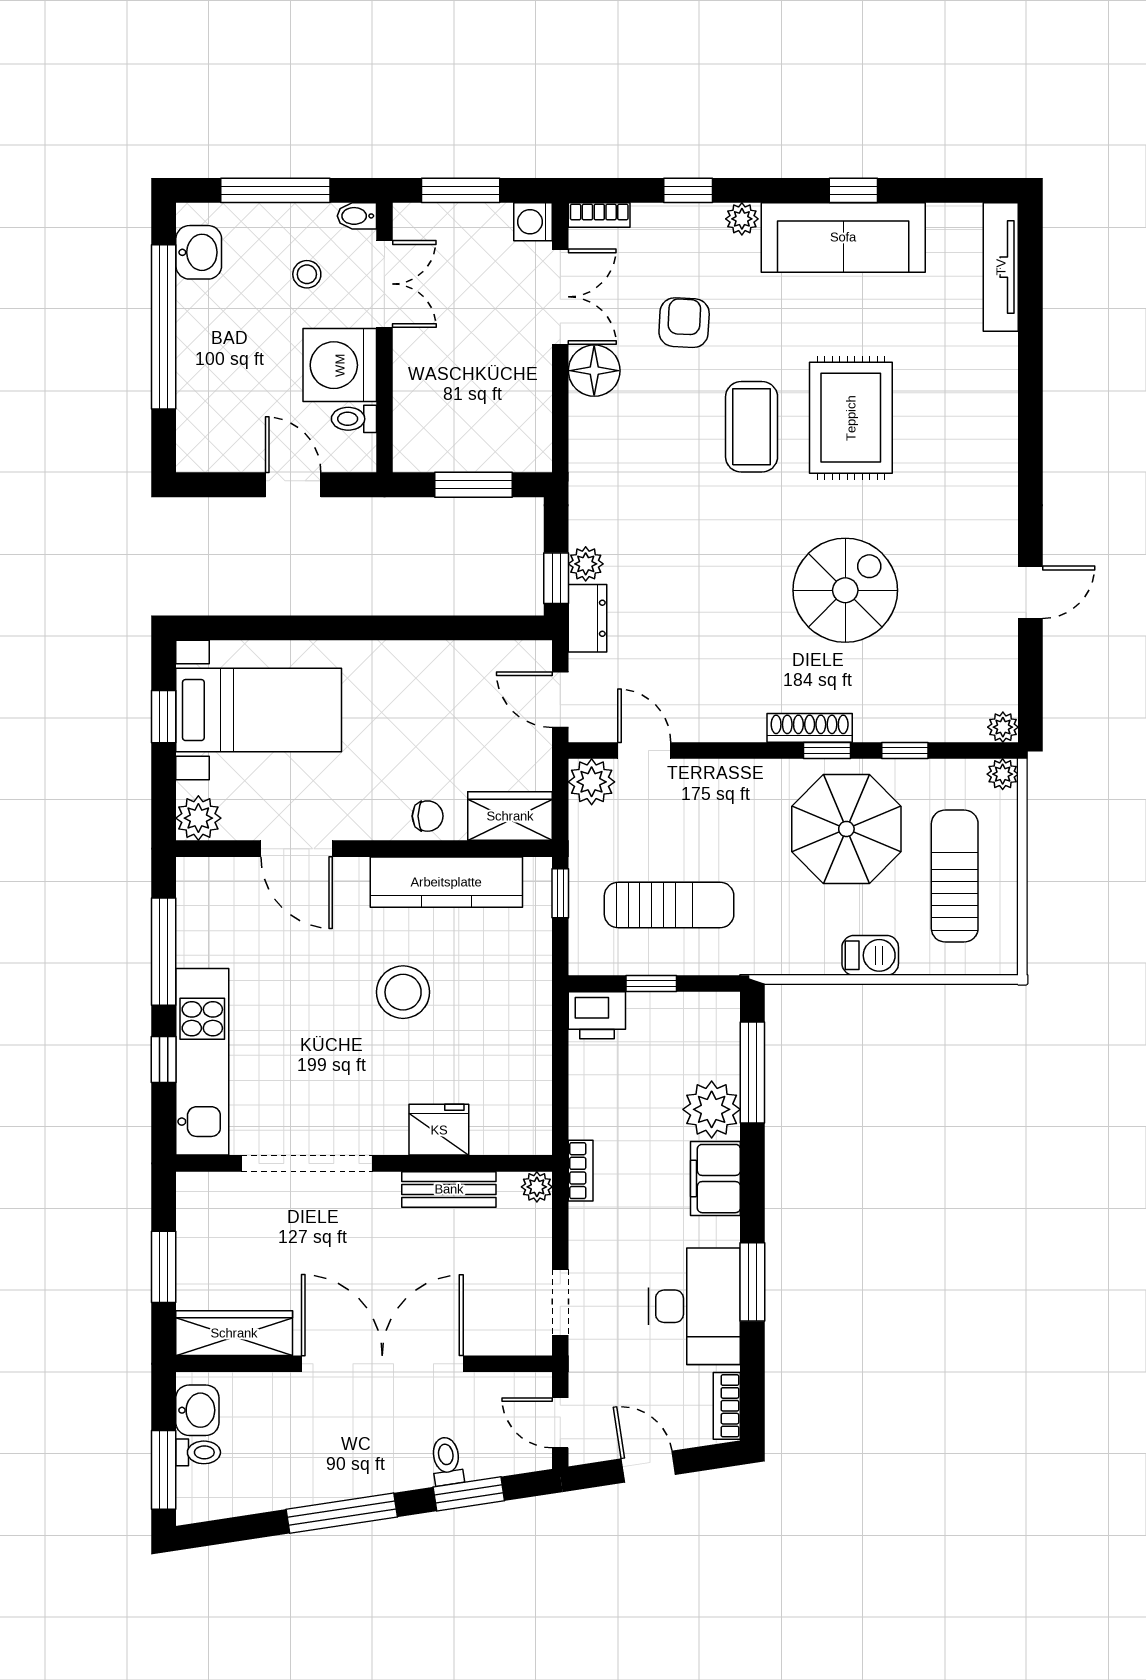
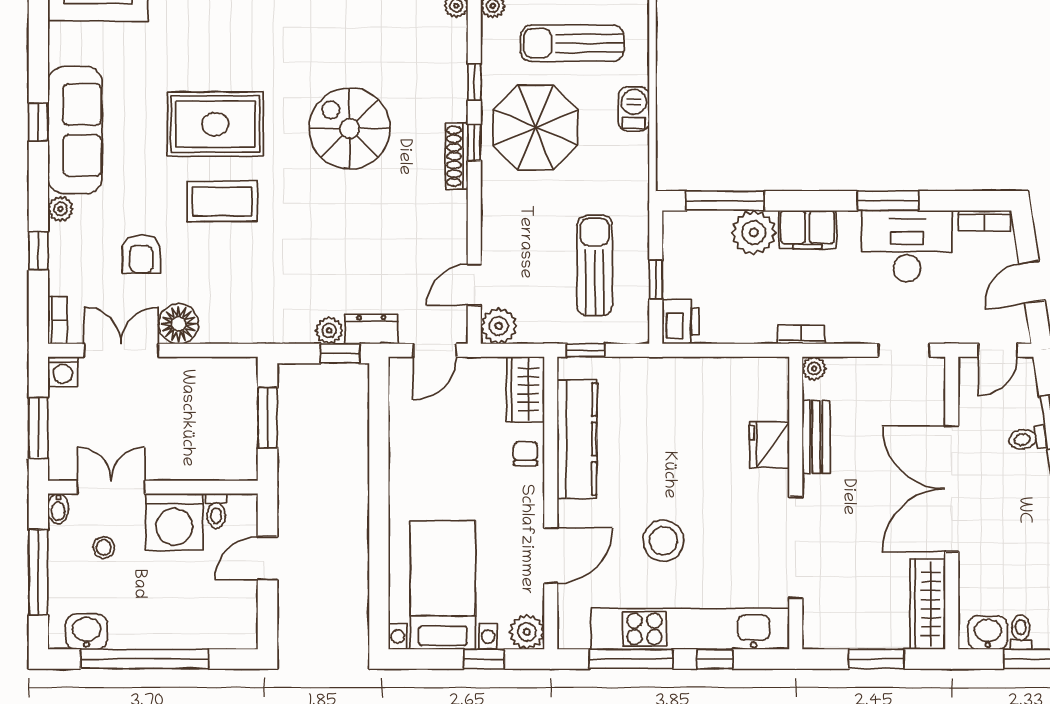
armchair: (684, 323) -> (141, 254), turned -93
window: (164, 717) -> (484, 659), moved
stool: (403, 992) -> (663, 541), moved
kitchen unit: (202, 1062) -> (690, 629), width x1.36

